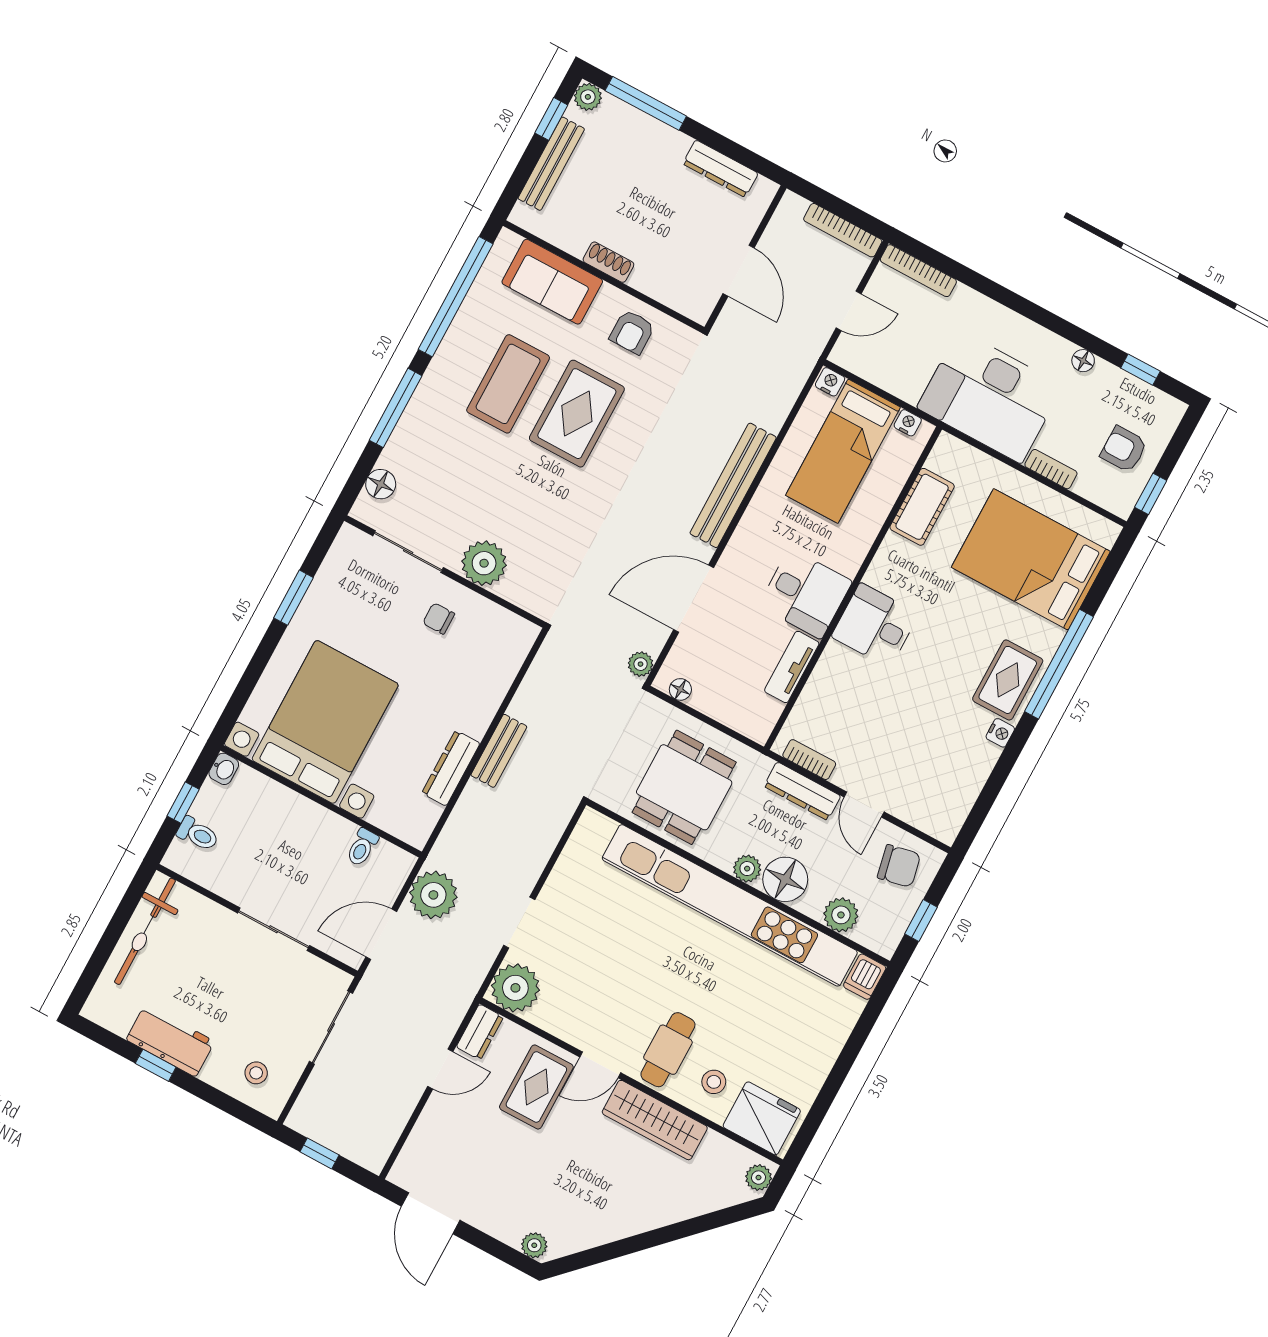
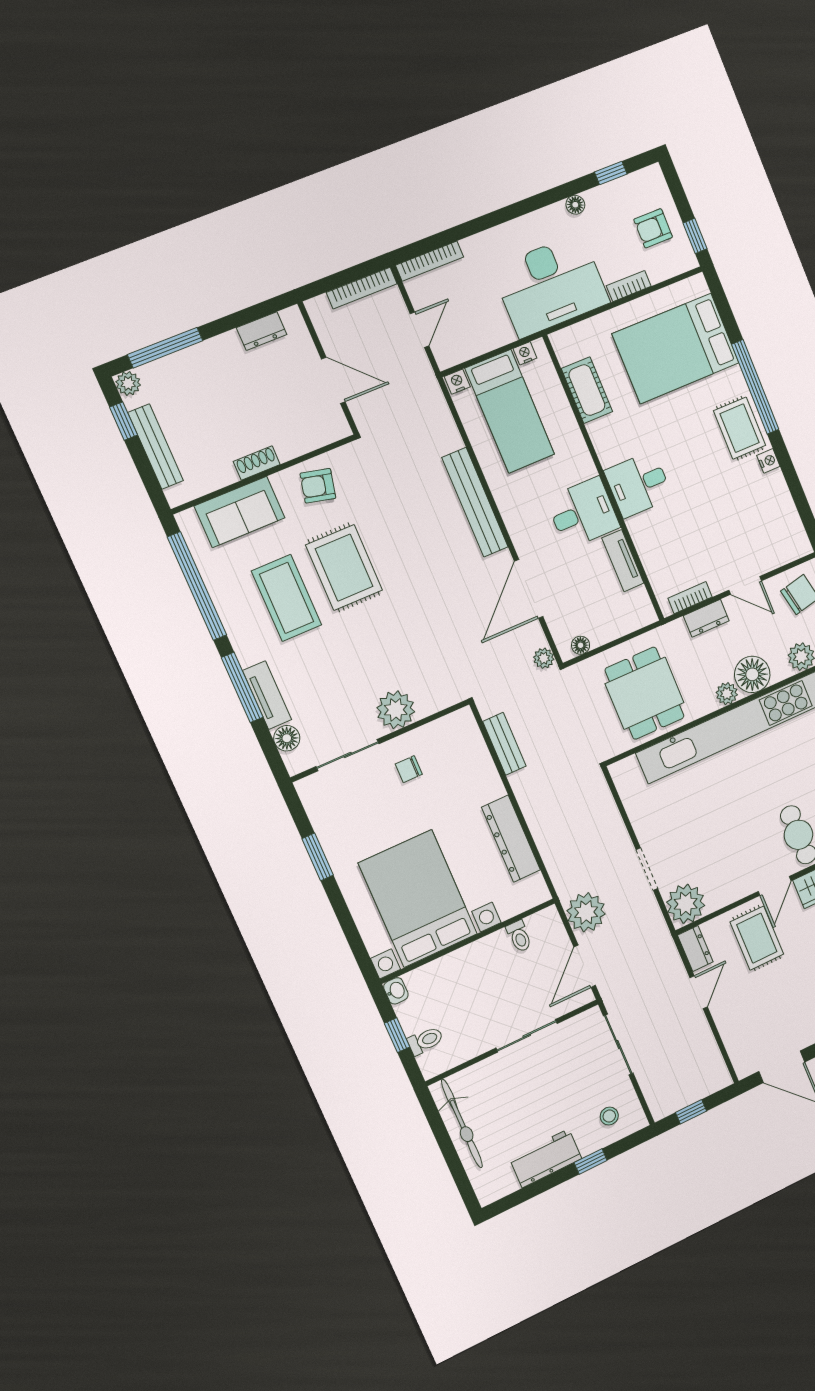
dresser: (720, 169) -> (262, 331), width x0.70
armchair: (632, 332) -> (318, 486), turned 103
tv unit: (406, 436) -> (267, 695), added
bench: (499, 751) -> (504, 744), moved
dresser: (451, 768) -> (511, 839), width x1.37, depth x1.24
dresser: (802, 791) -> (706, 618), width x0.70
window: (156, 1065) -> (591, 1161), moved

